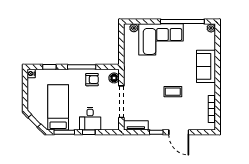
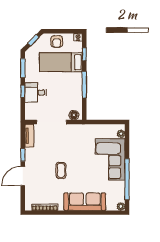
sofa: (206, 66) -> (85, 202), width x1.36
armchair: (92, 80) -> (57, 41), moved
bed: (58, 107) -> (61, 62), moved, turned 180

